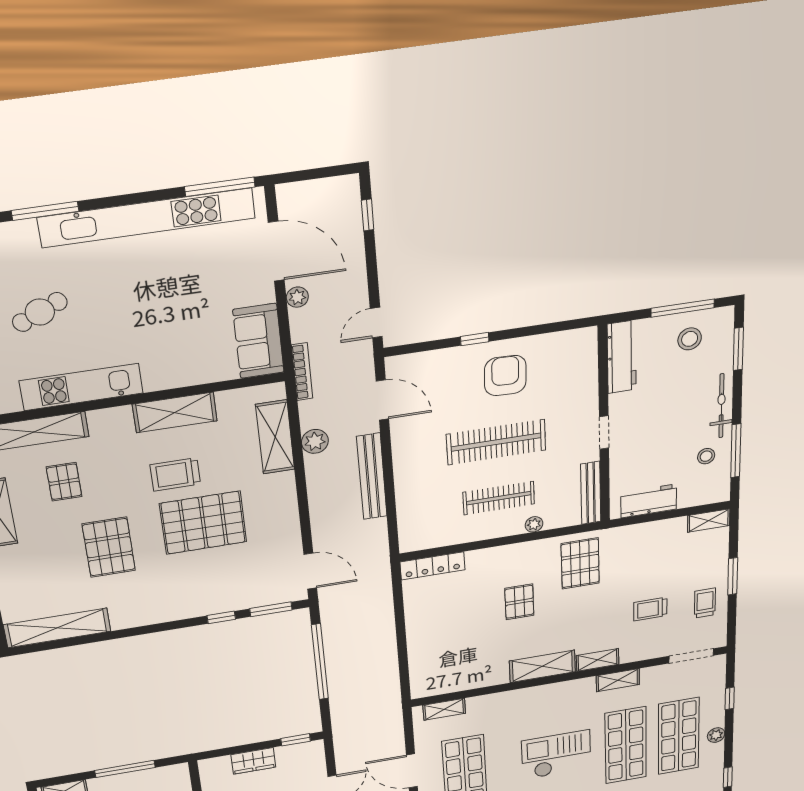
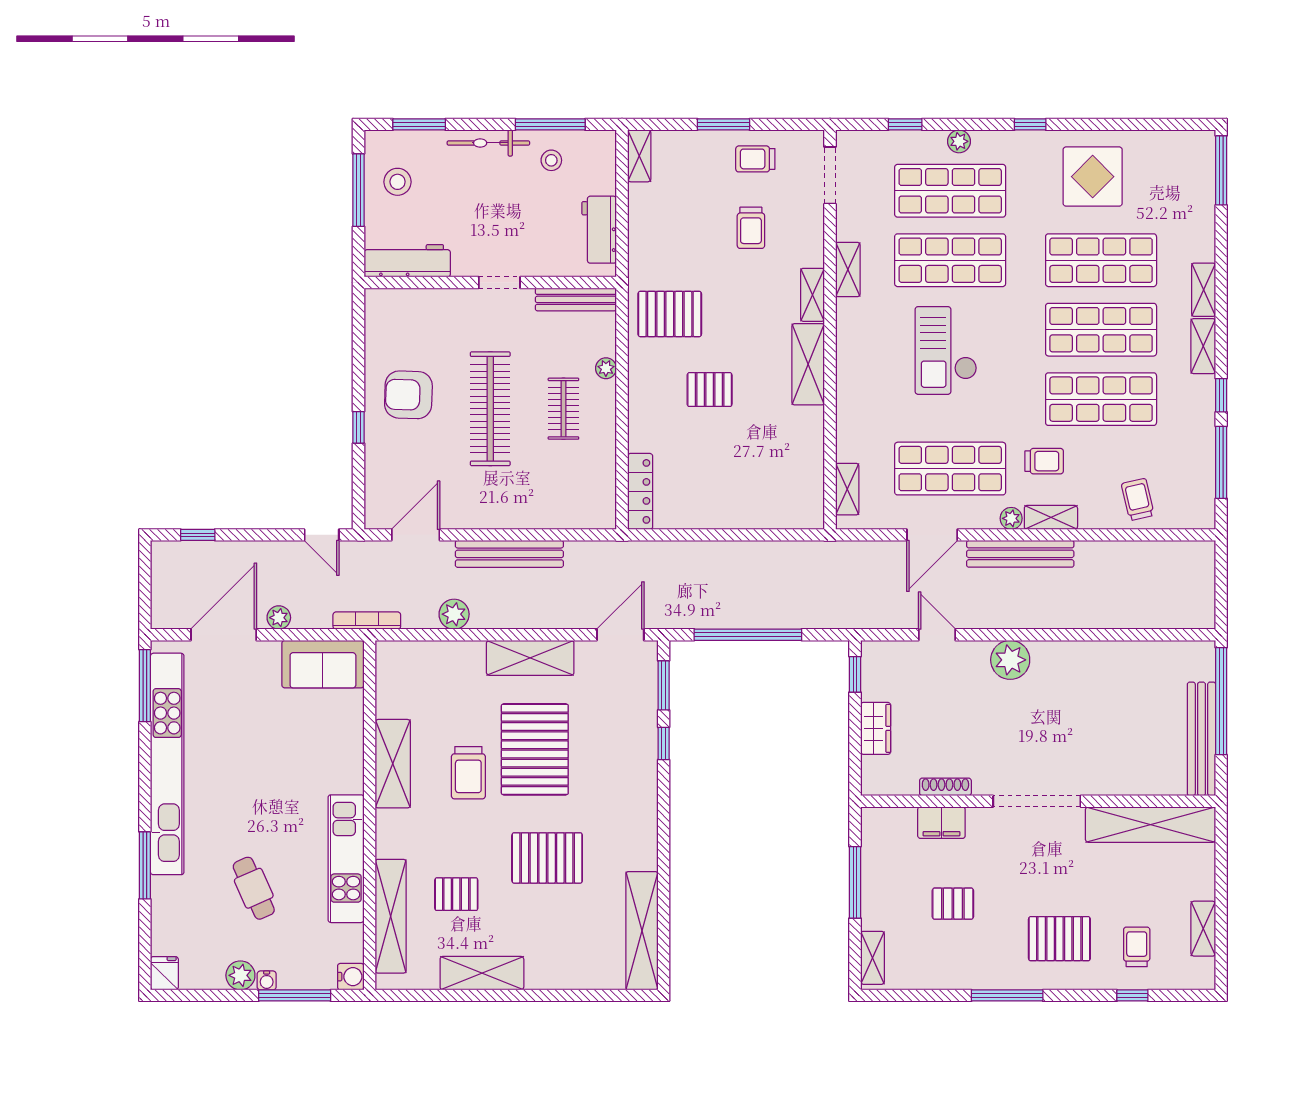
shelving: (275, 437) -> (530, 658), moved
clothes rail: (499, 498) -> (563, 409), width x0.73

